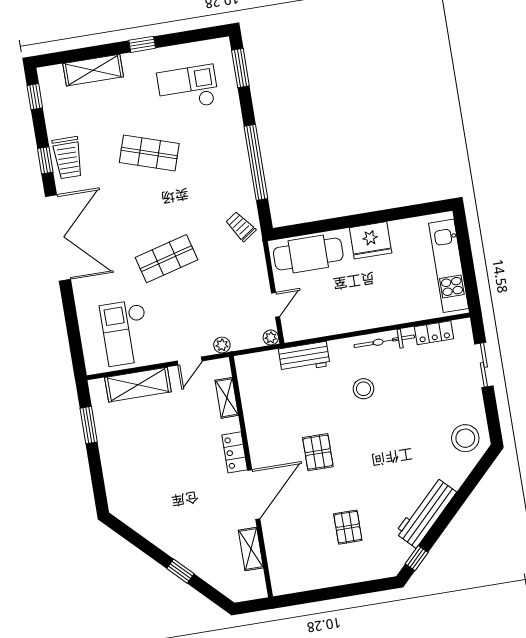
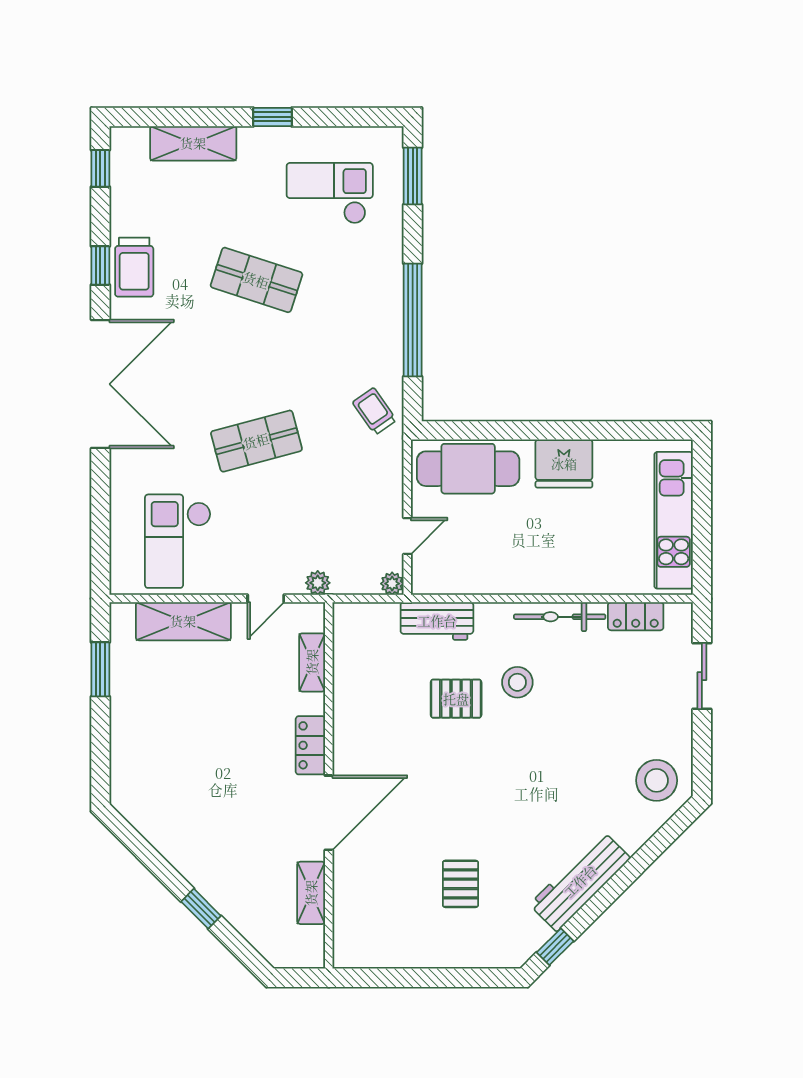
pallet: (318, 452) -> (456, 699), moved, turned 90

